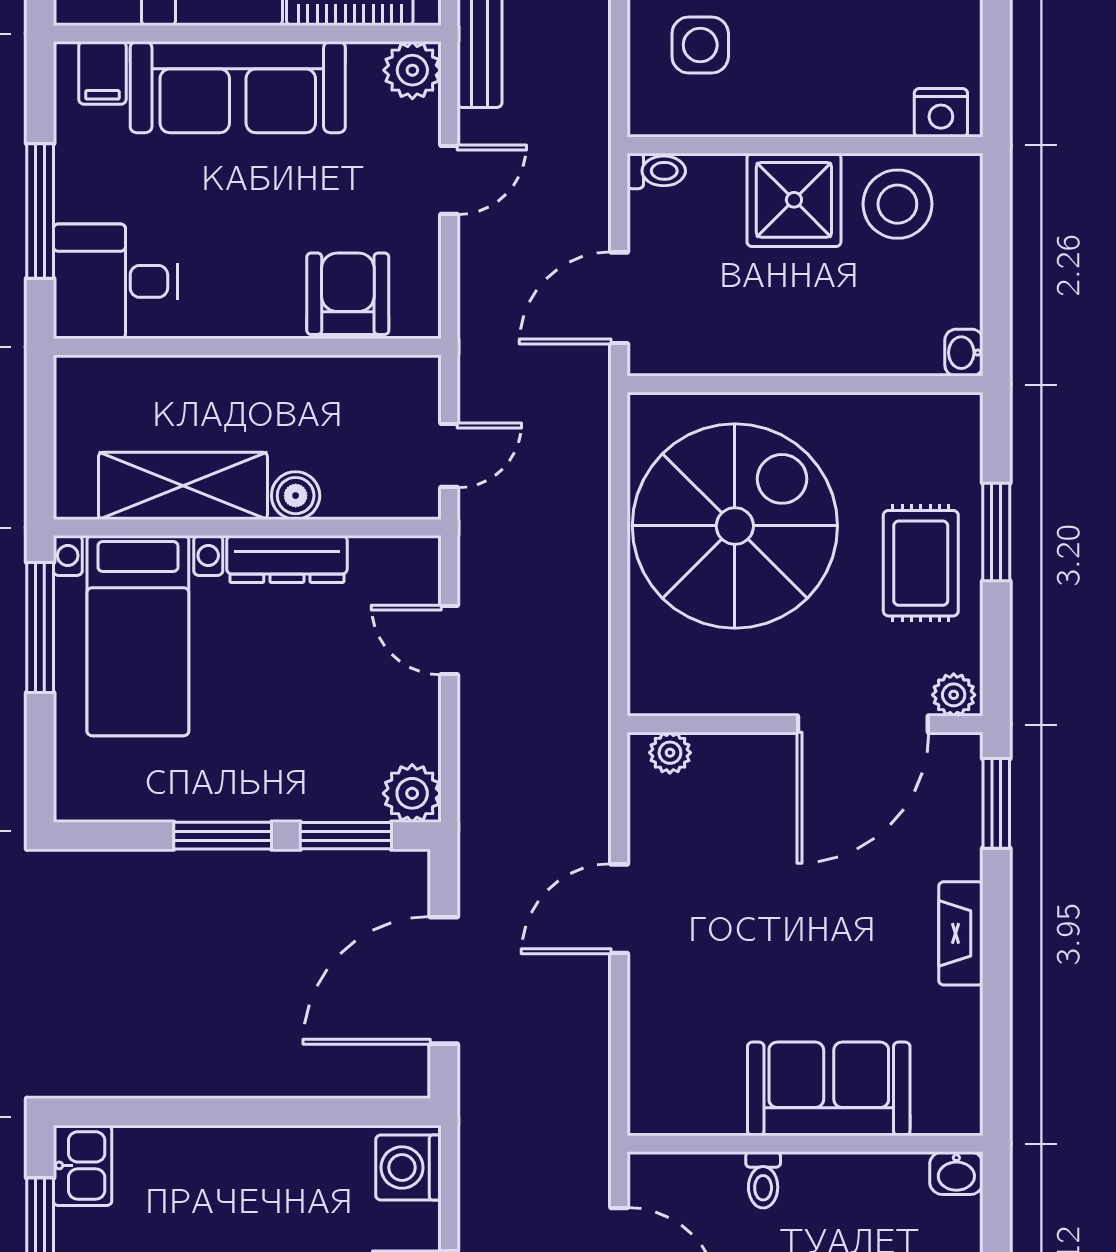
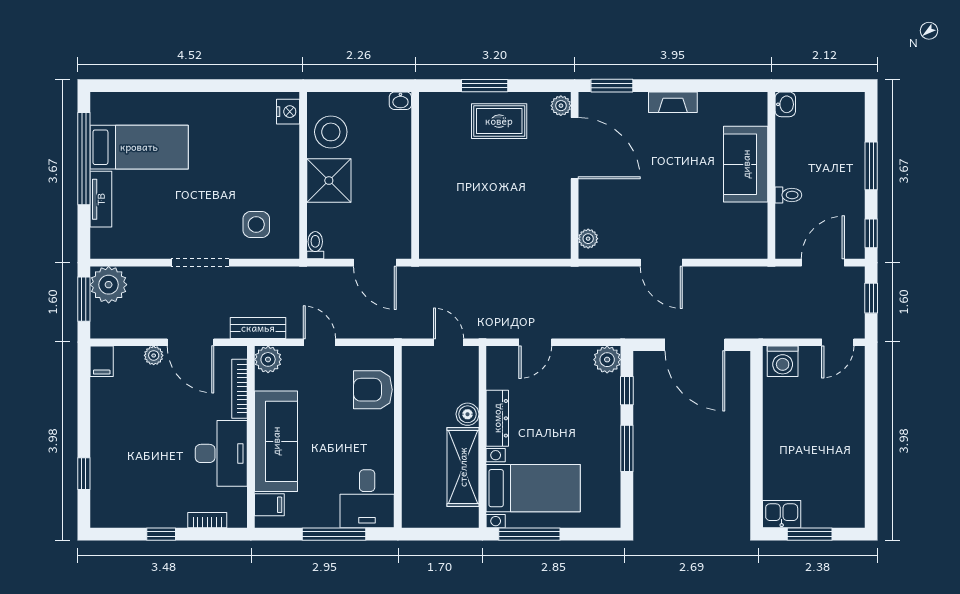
spiral stairs: (735, 526) -> (482, 208), removed
window: (346, 836) -> (627, 391), width x0.67

